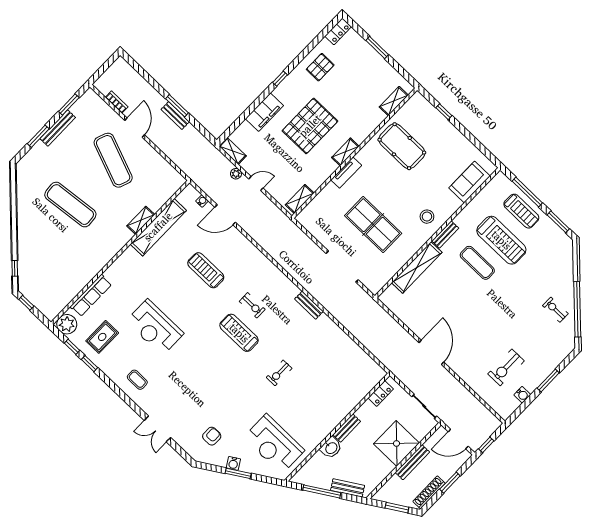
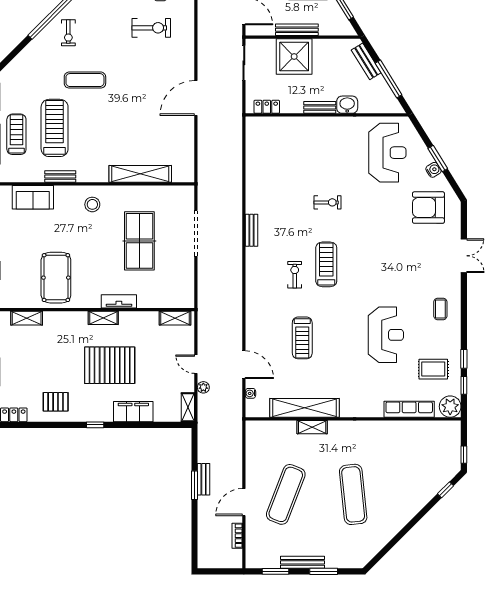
bench: (445, 234) -> (60, 176), moved
exercise mat: (477, 263) -> (85, 80), moved, turned 90
treadmill: (239, 333) -> (326, 264), turned 180
armchair: (212, 436) -> (428, 208), width x1.88, depth x1.88

